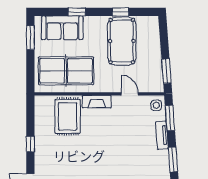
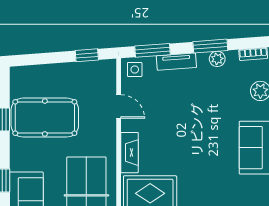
window: (166, 71) -> (87, 55), width x0.67
door: (130, 94) -> (119, 107), swing flipped
plant: (164, 164) -> (217, 59), added

